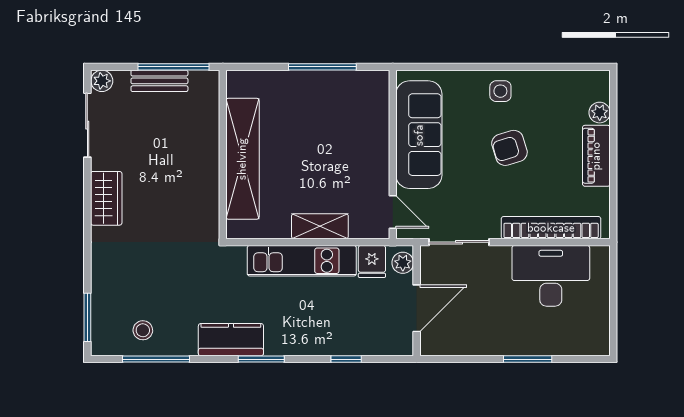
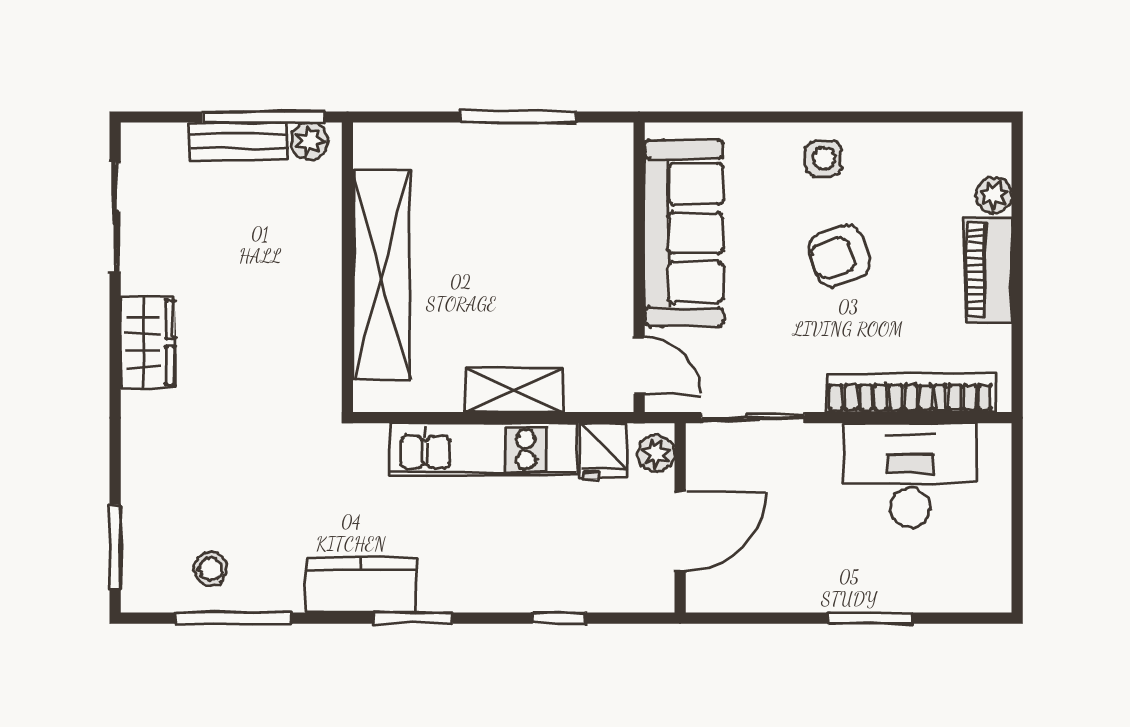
plant: (102, 81) -> (310, 141), moved

